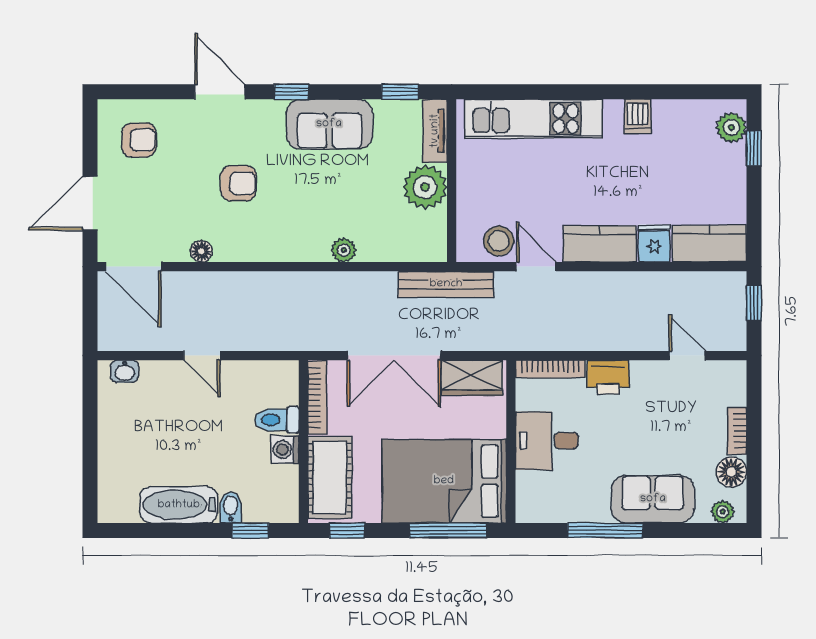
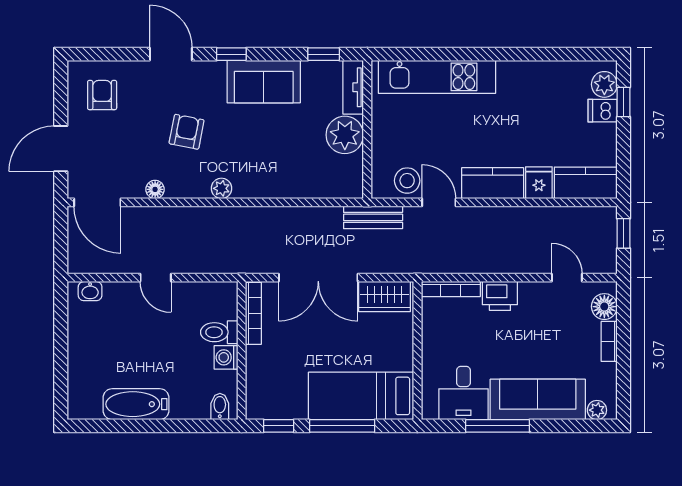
dishwasher: (638, 116) -> (603, 111), moved, turned 90
armchair: (139, 140) -> (102, 95), turned -90
armchair: (238, 183) -> (187, 132), turned -79
plant: (344, 250) -> (221, 188), moved
bench: (446, 284) -> (373, 217), width x0.73
desk: (547, 441) -> (463, 393), moved, turned -90
floor lamp: (731, 472) -> (604, 307), moved
cot: (330, 478) -> (264, 381), removed
bed: (444, 481) -> (361, 396), width x0.67
sofa: (653, 499) -> (538, 399), width x1.36
bidet: (231, 508) -> (220, 407), moved
window: (251, 530) -> (197, 426), removed
window: (448, 530) -> (342, 426), moved

